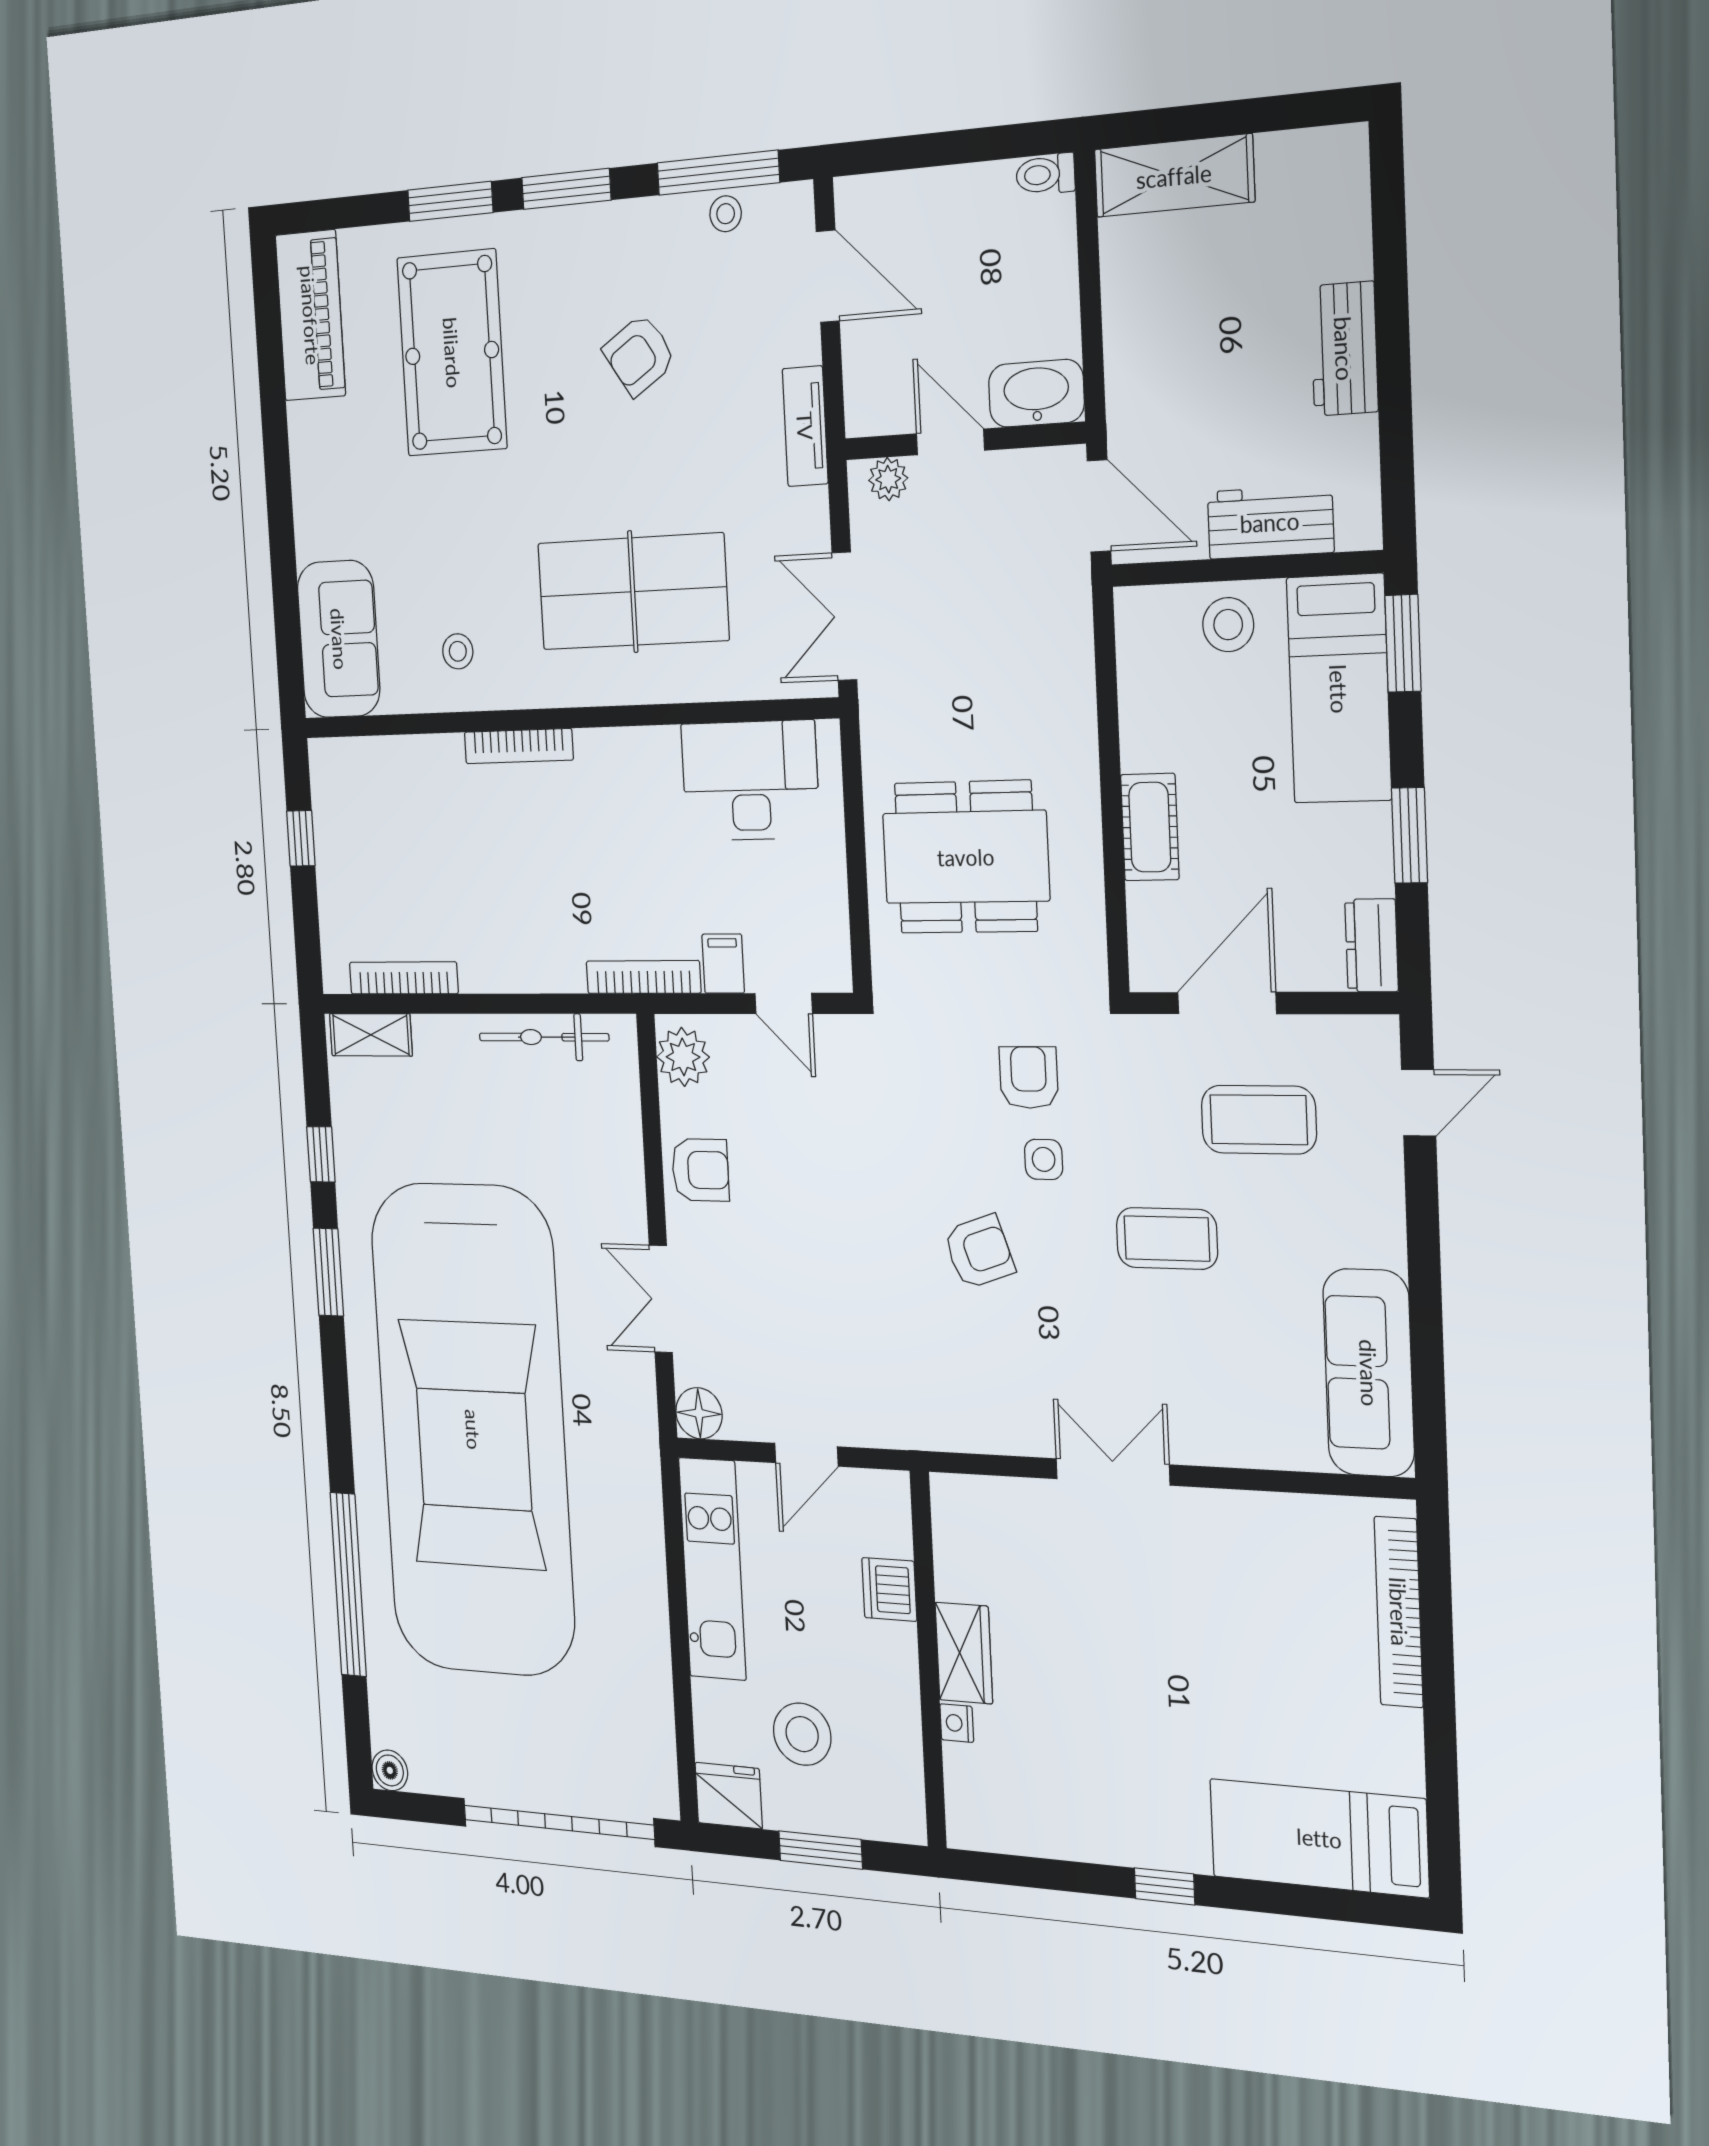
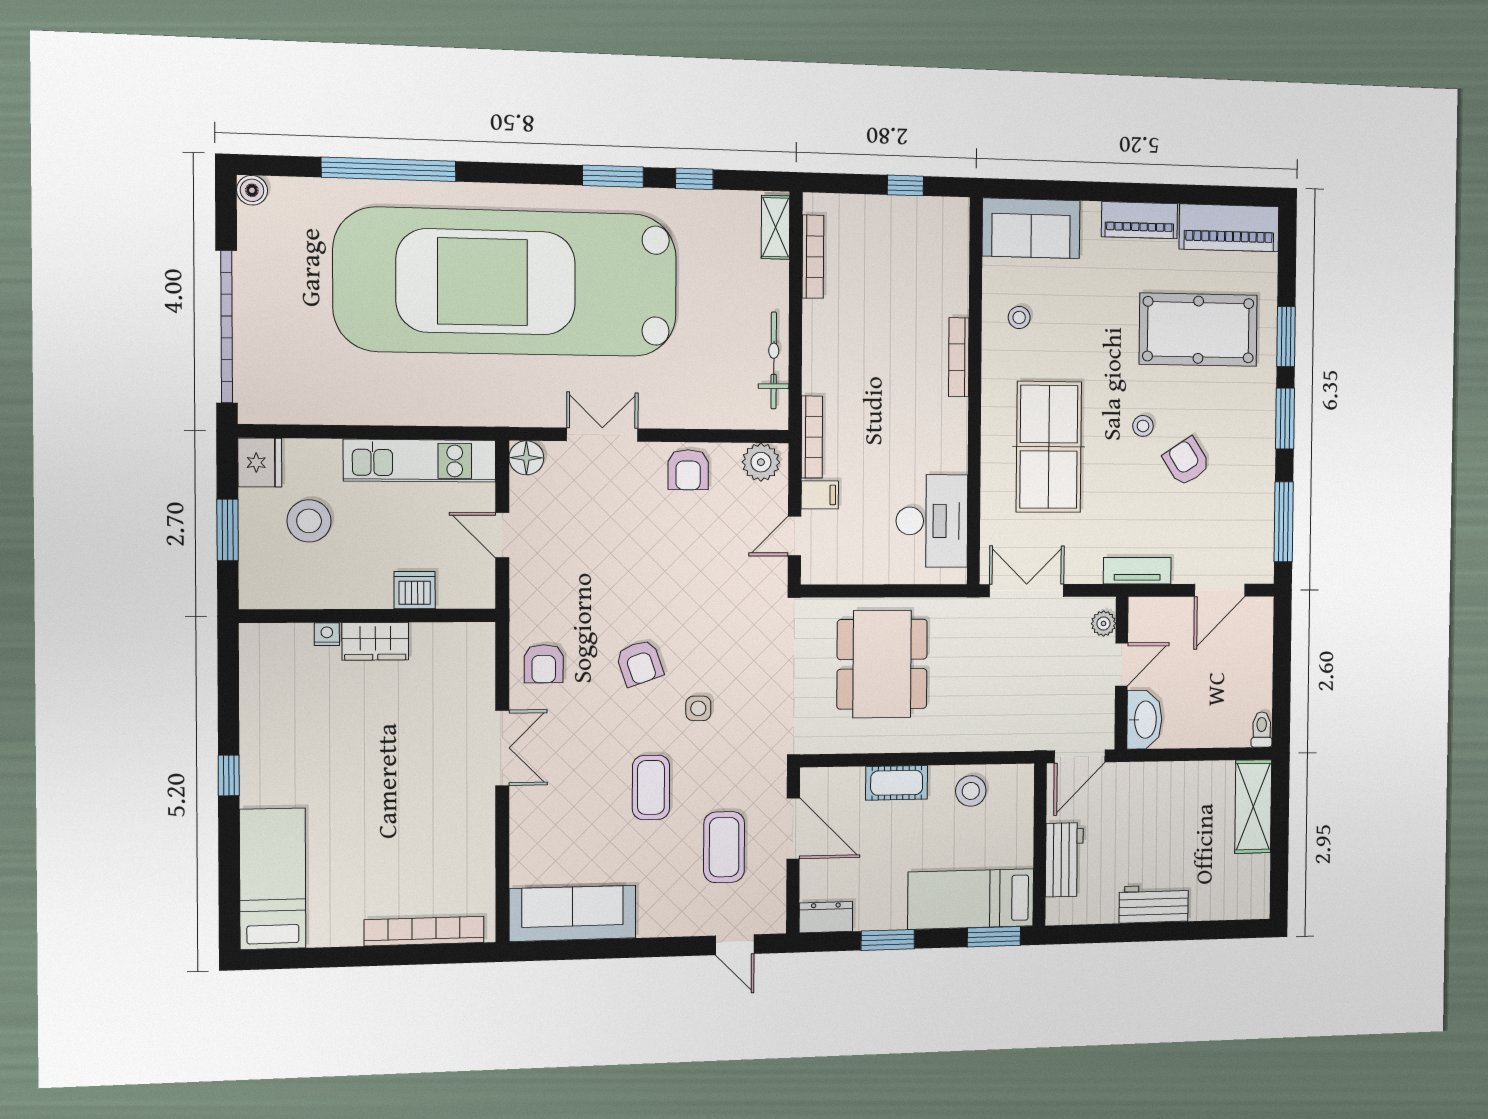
stool: (726, 214) -> (1143, 426), moved
piano: (313, 465) -> (1139, 220), added
stool: (1228, 625) -> (971, 791), moved
armchair: (1029, 1077) -> (544, 664), moved, turned 90

